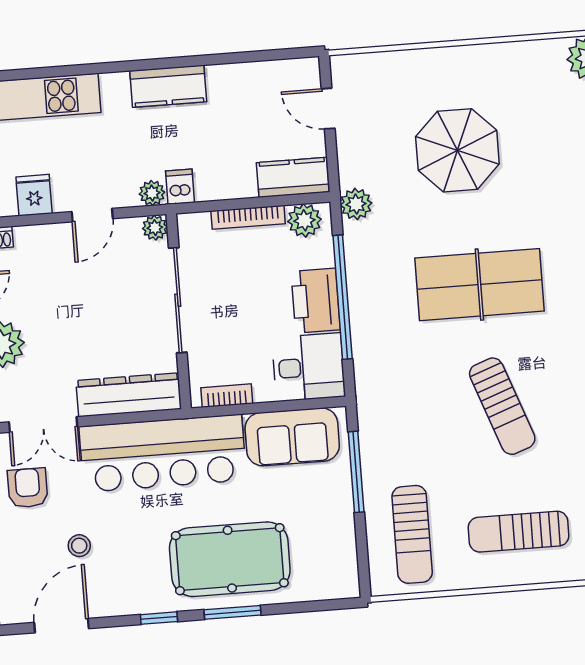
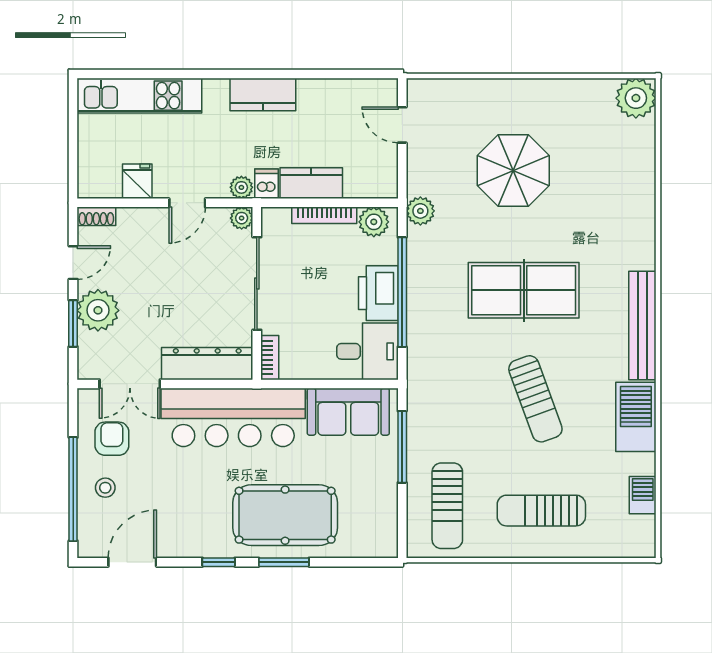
kitchen counter: (293, 177) -> (311, 183), moved
bookcase: (227, 396) -> (270, 358), moved, turned 90
stool: (79, 546) -> (105, 488), moved

